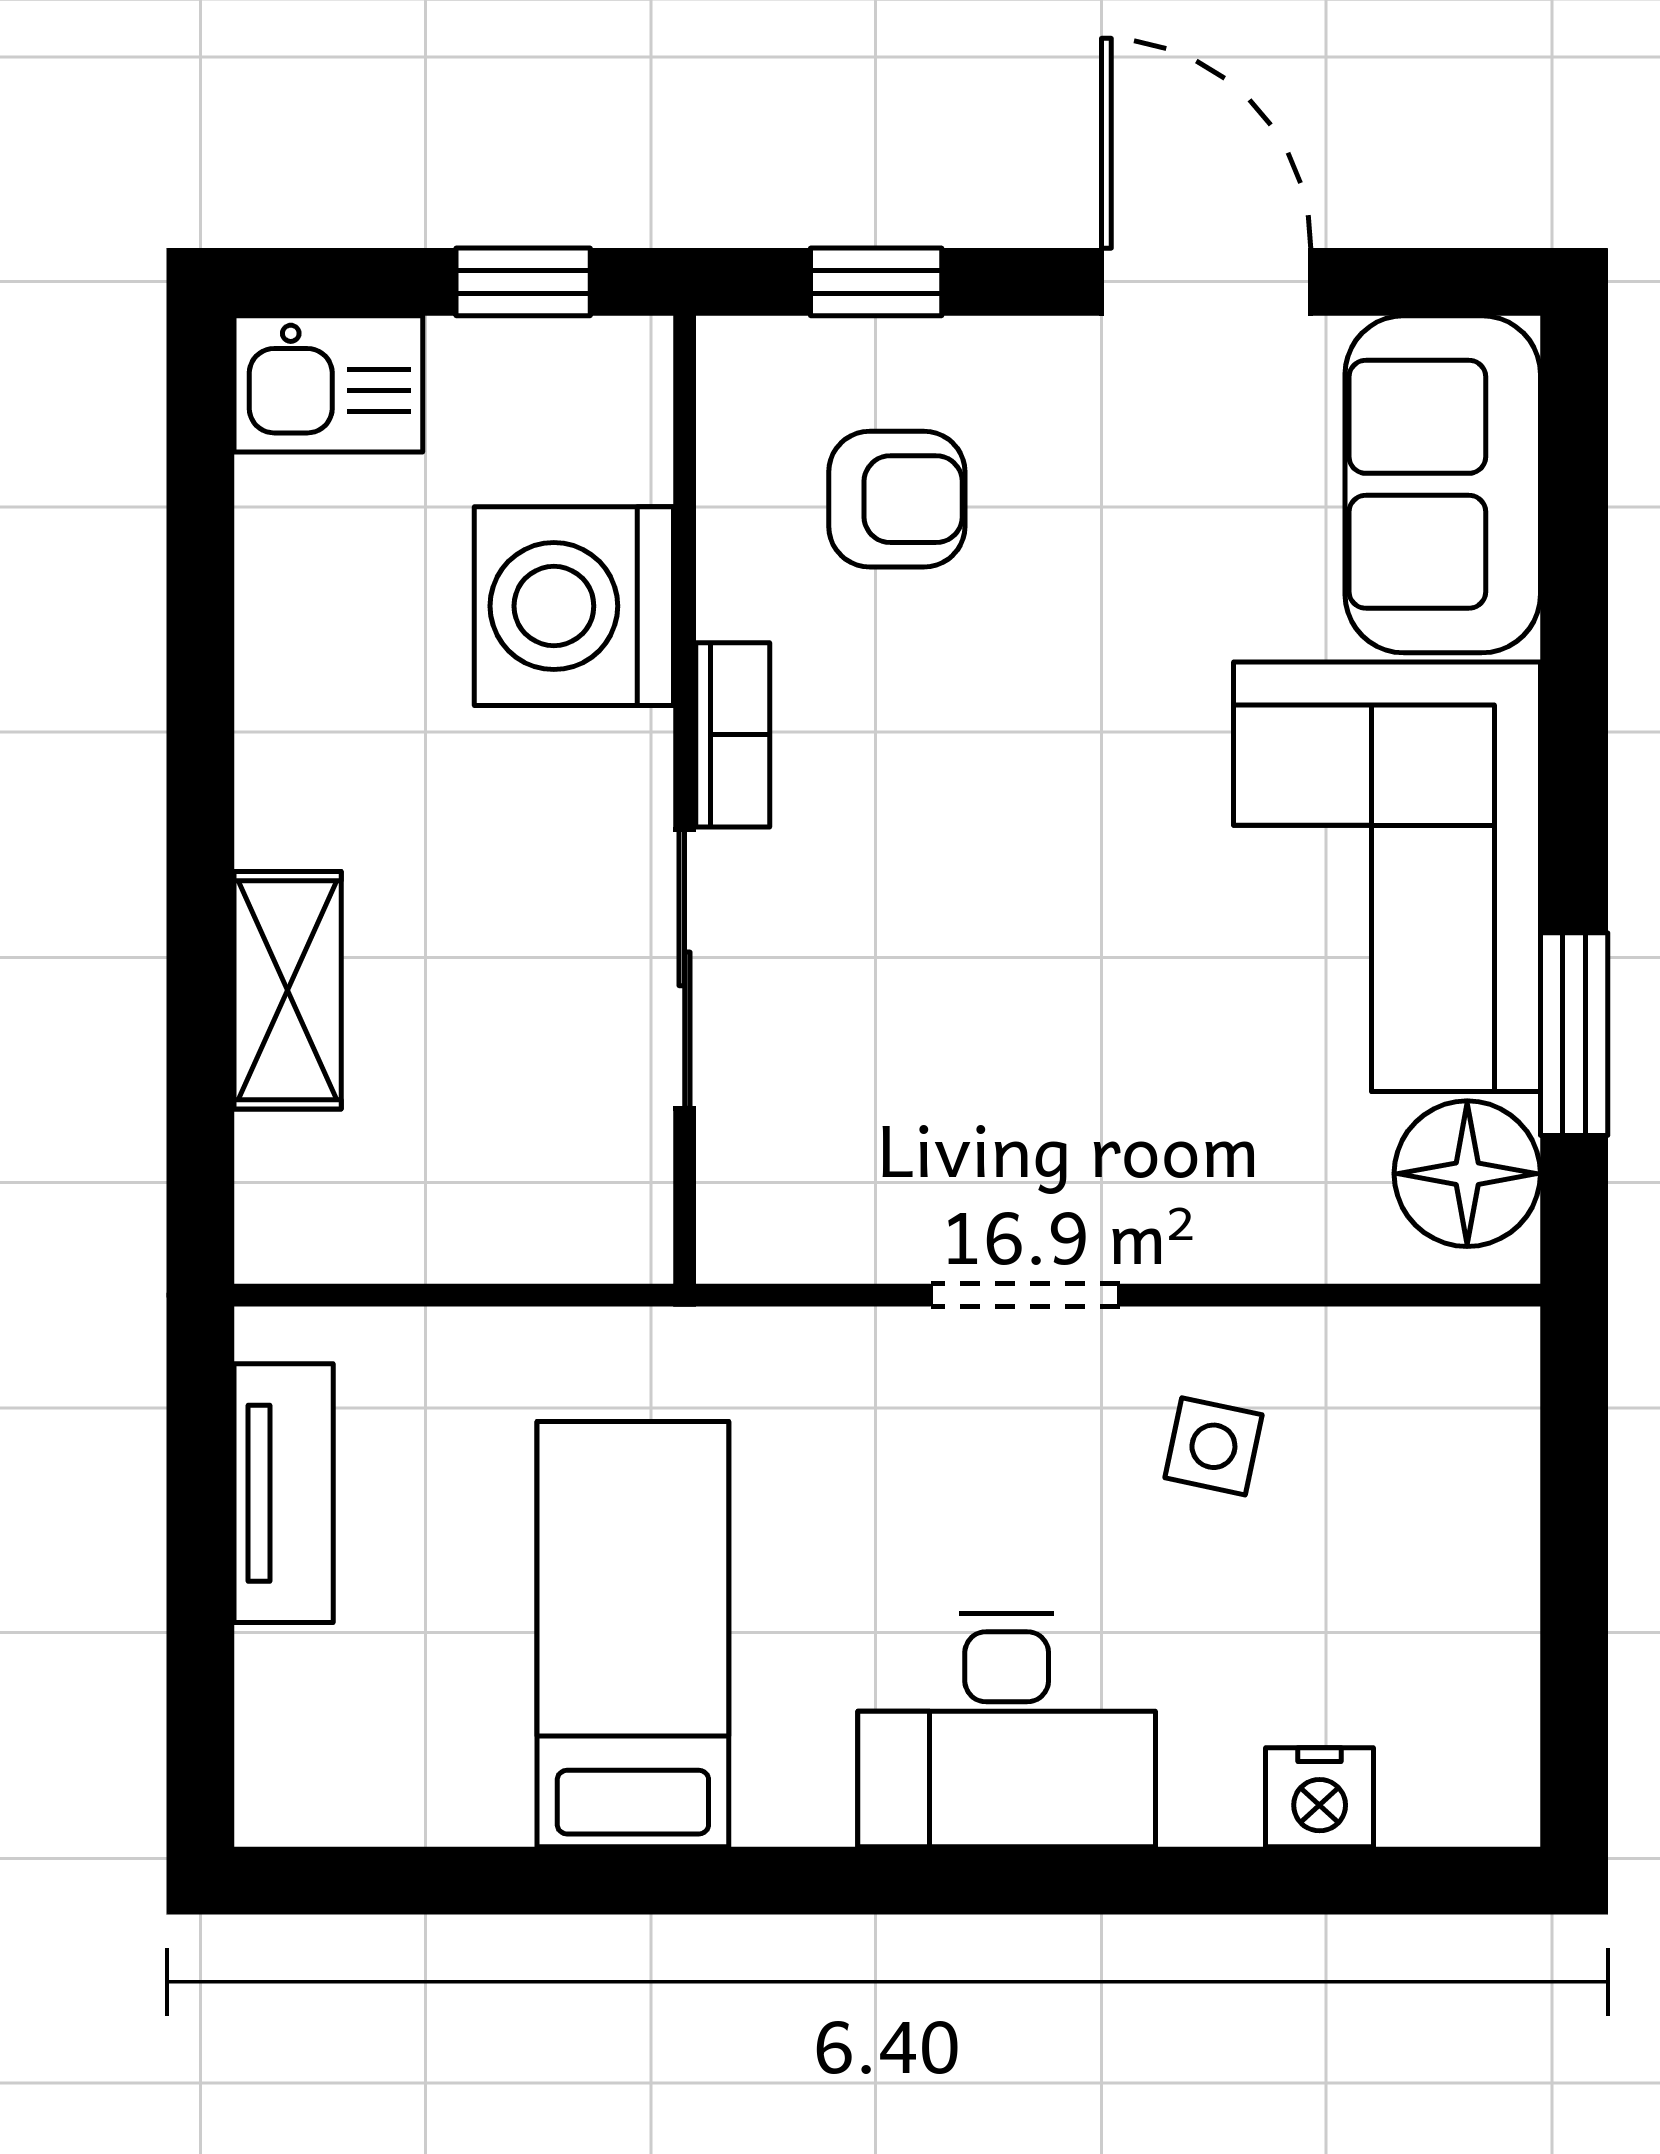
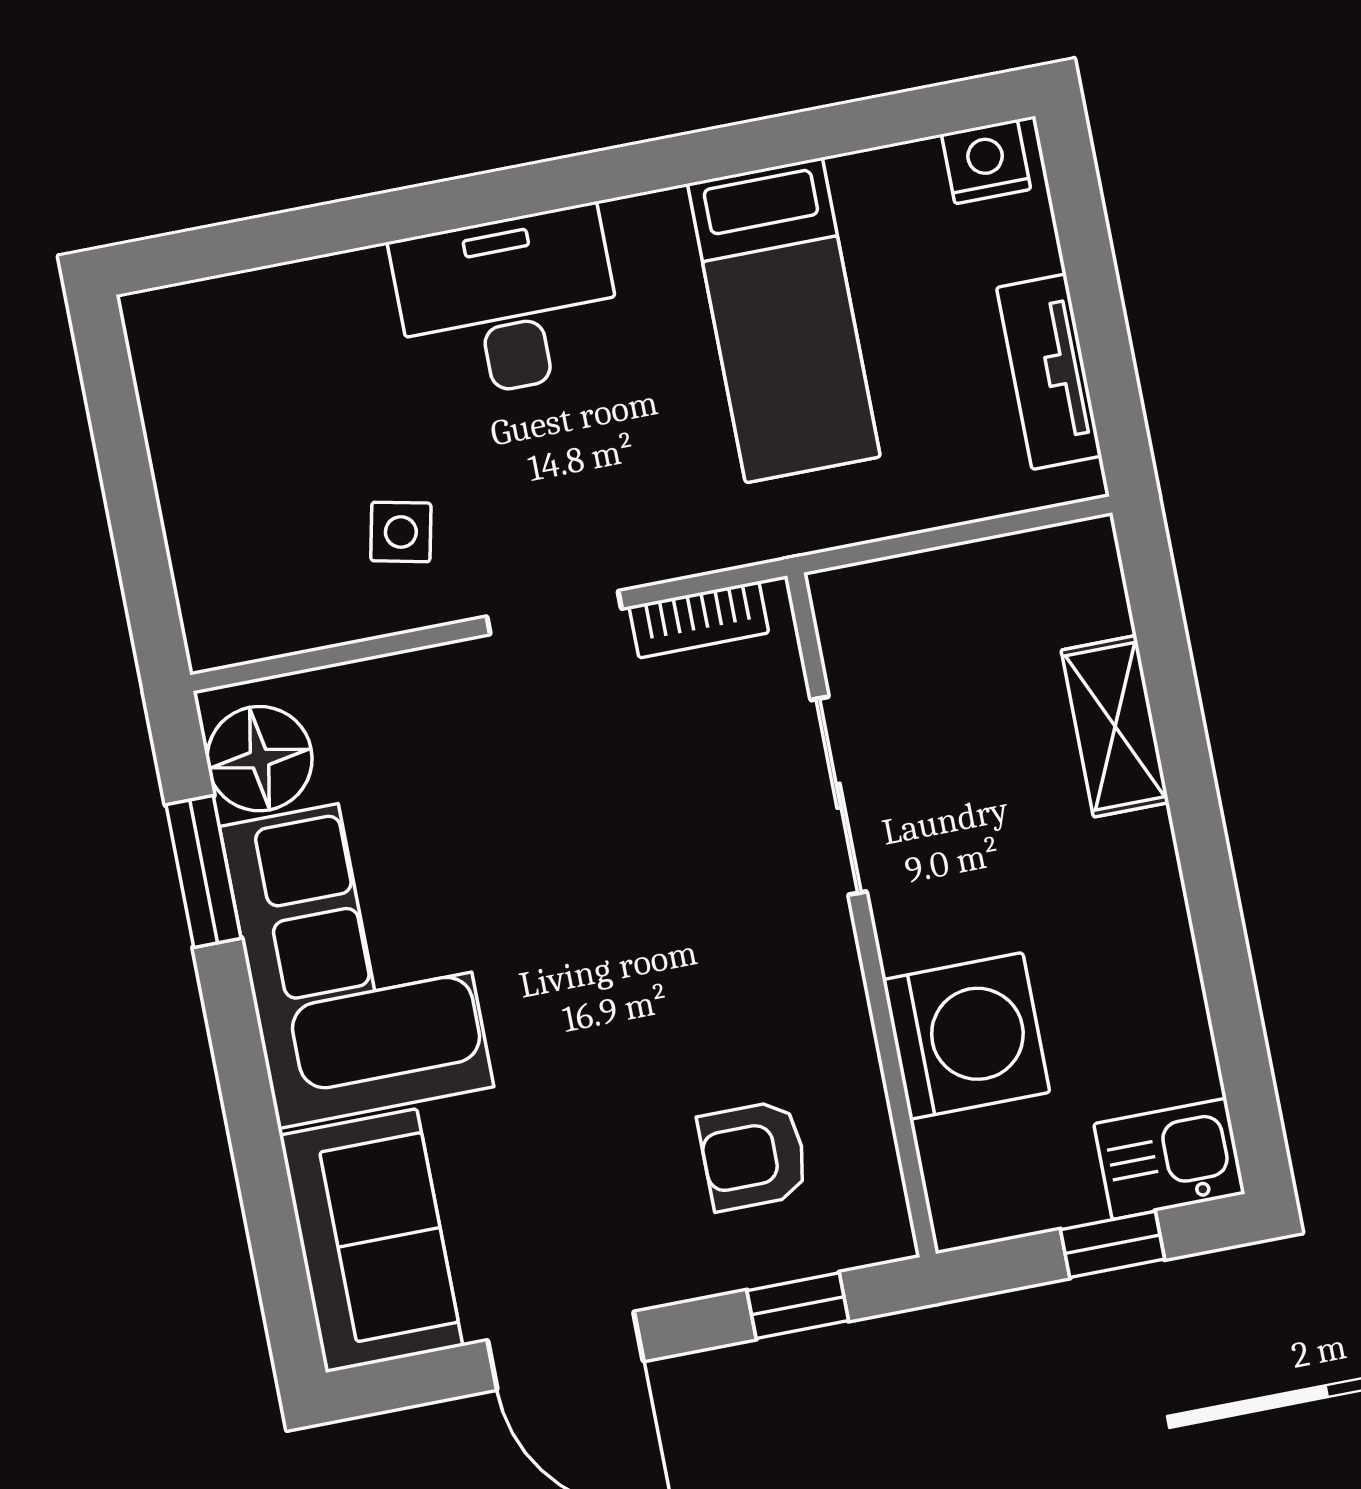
window: (523, 282) -> (1112, 1244), moved
bookcase: (733, 735) -> (699, 620), moved, turned -90
nightstand: (1320, 1797) -> (986, 162), moved

